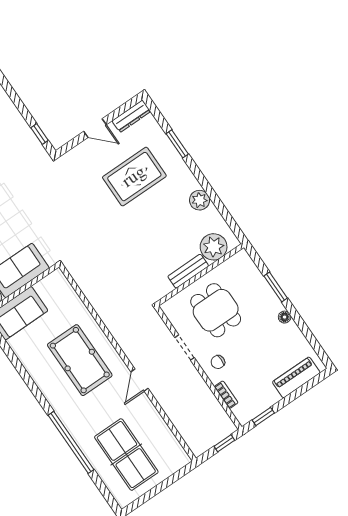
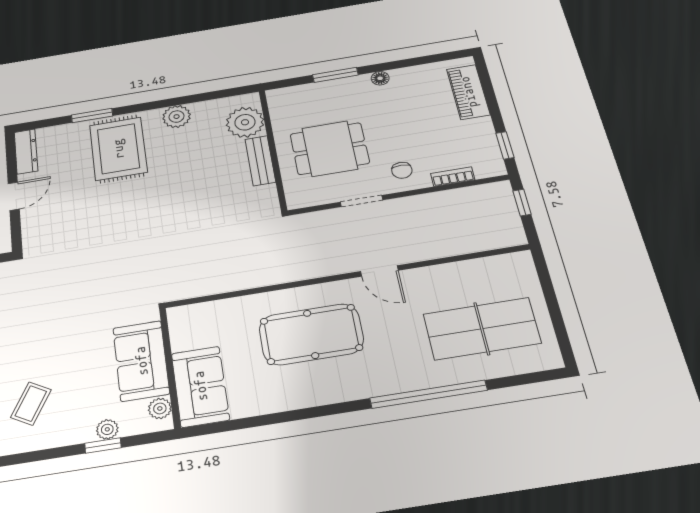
rug: (134, 177) -> (118, 149), moved

